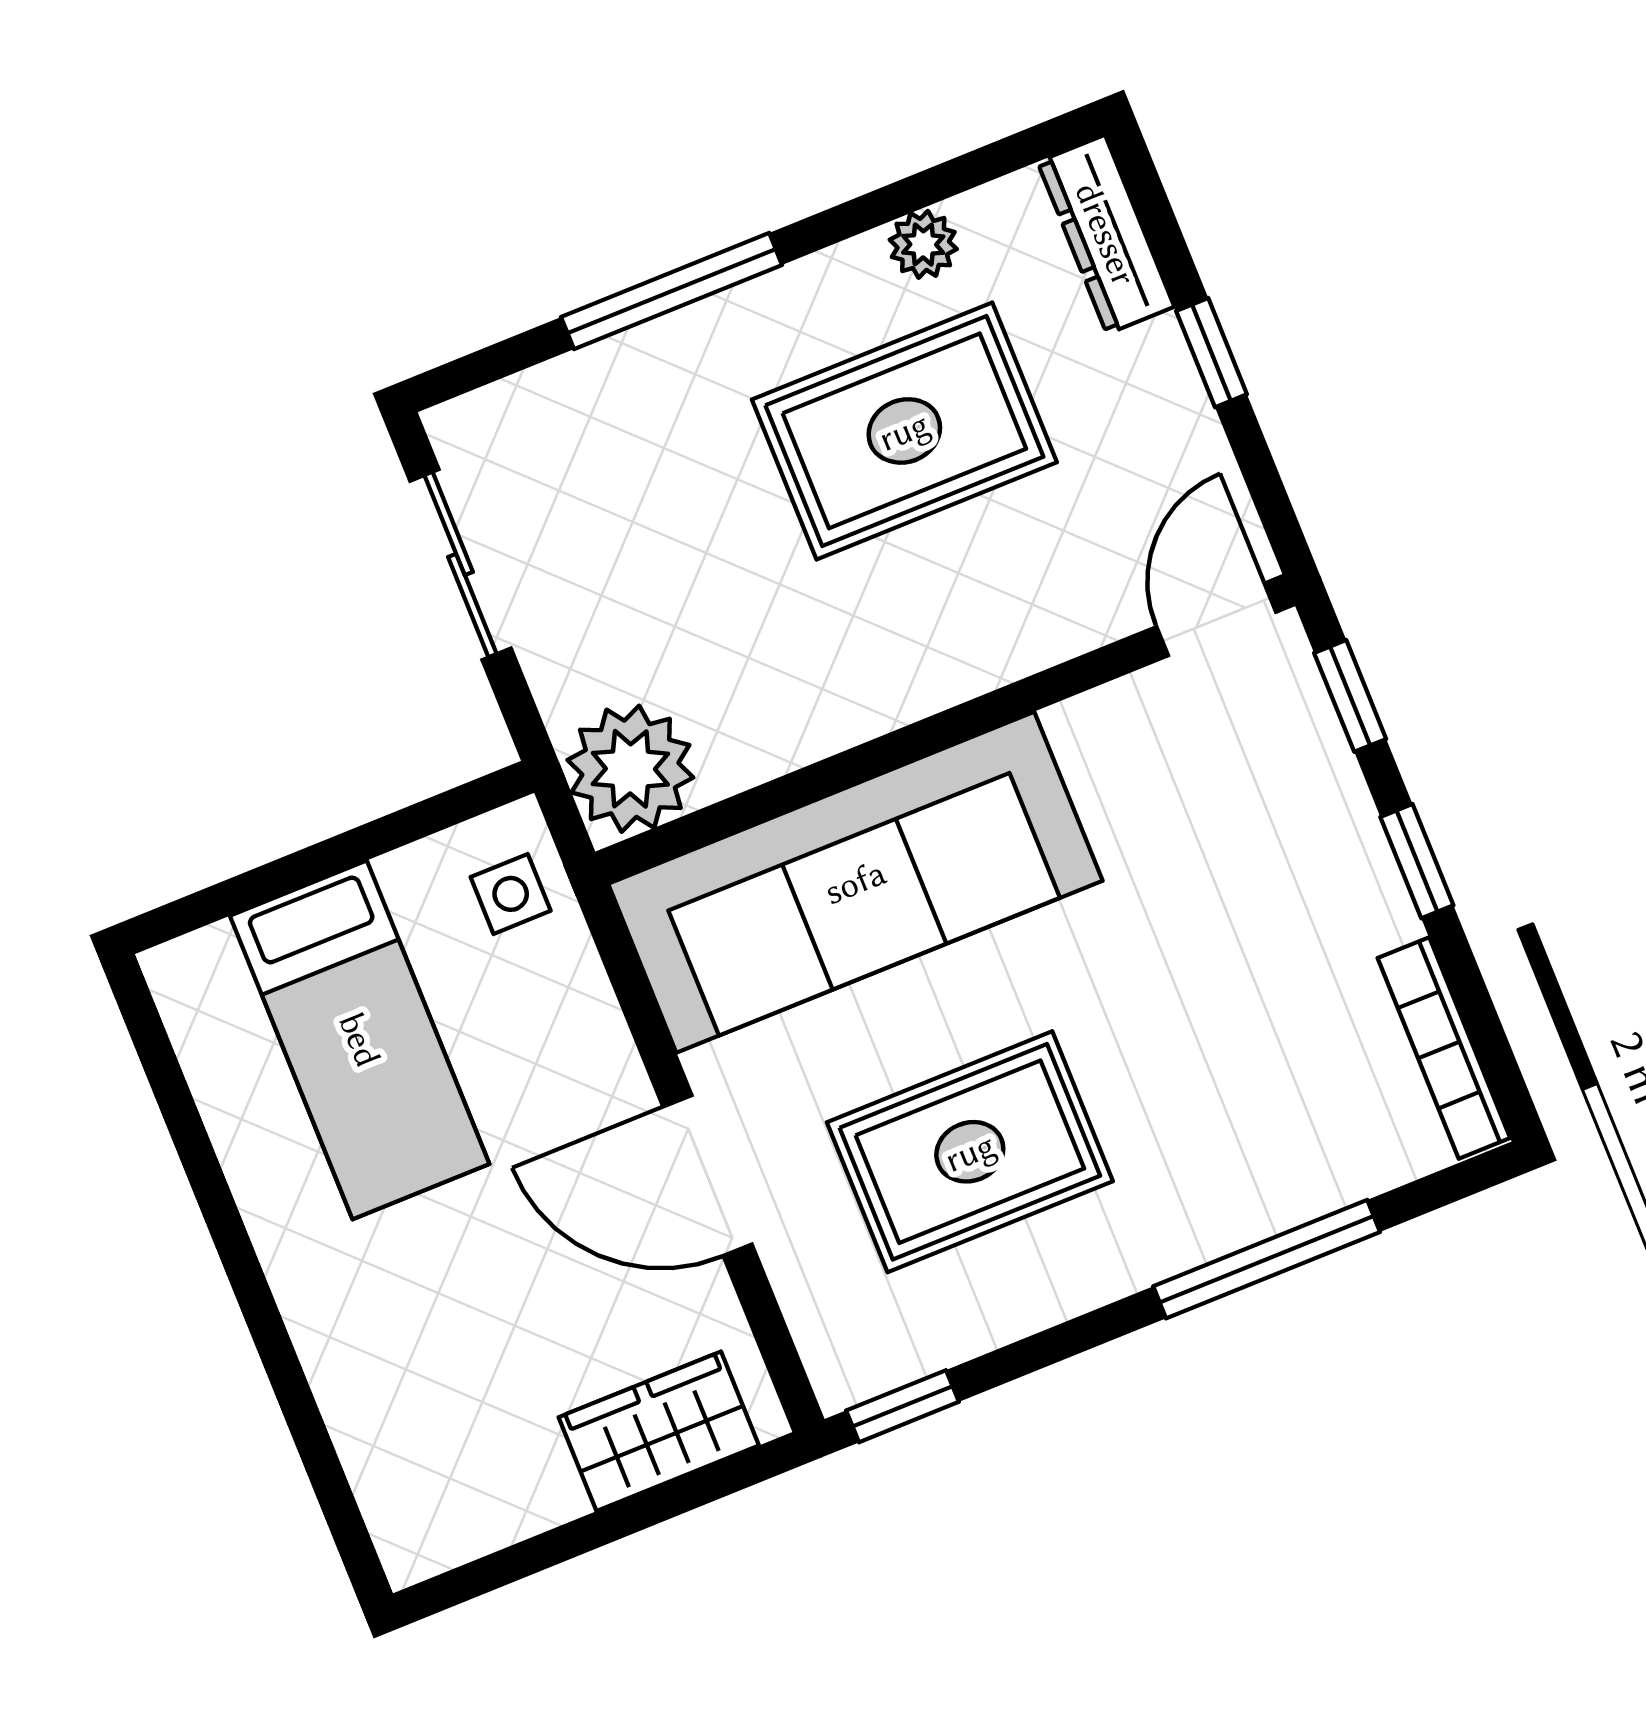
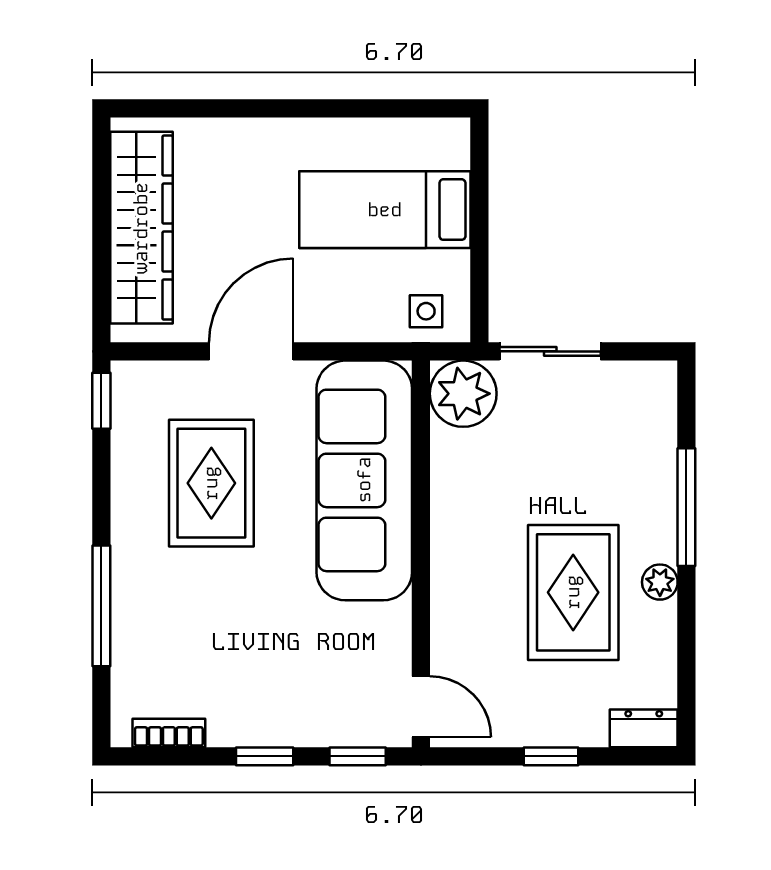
dresser: (1106, 234) -> (644, 728), width x0.70
plant: (923, 244) -> (660, 582), moved
sliding door: (461, 564) -> (550, 351), moved
bookcase: (1444, 1048) -> (169, 733), width x0.64
wardrobe: (659, 1431) -> (141, 228), width x2.10, depth x1.17

